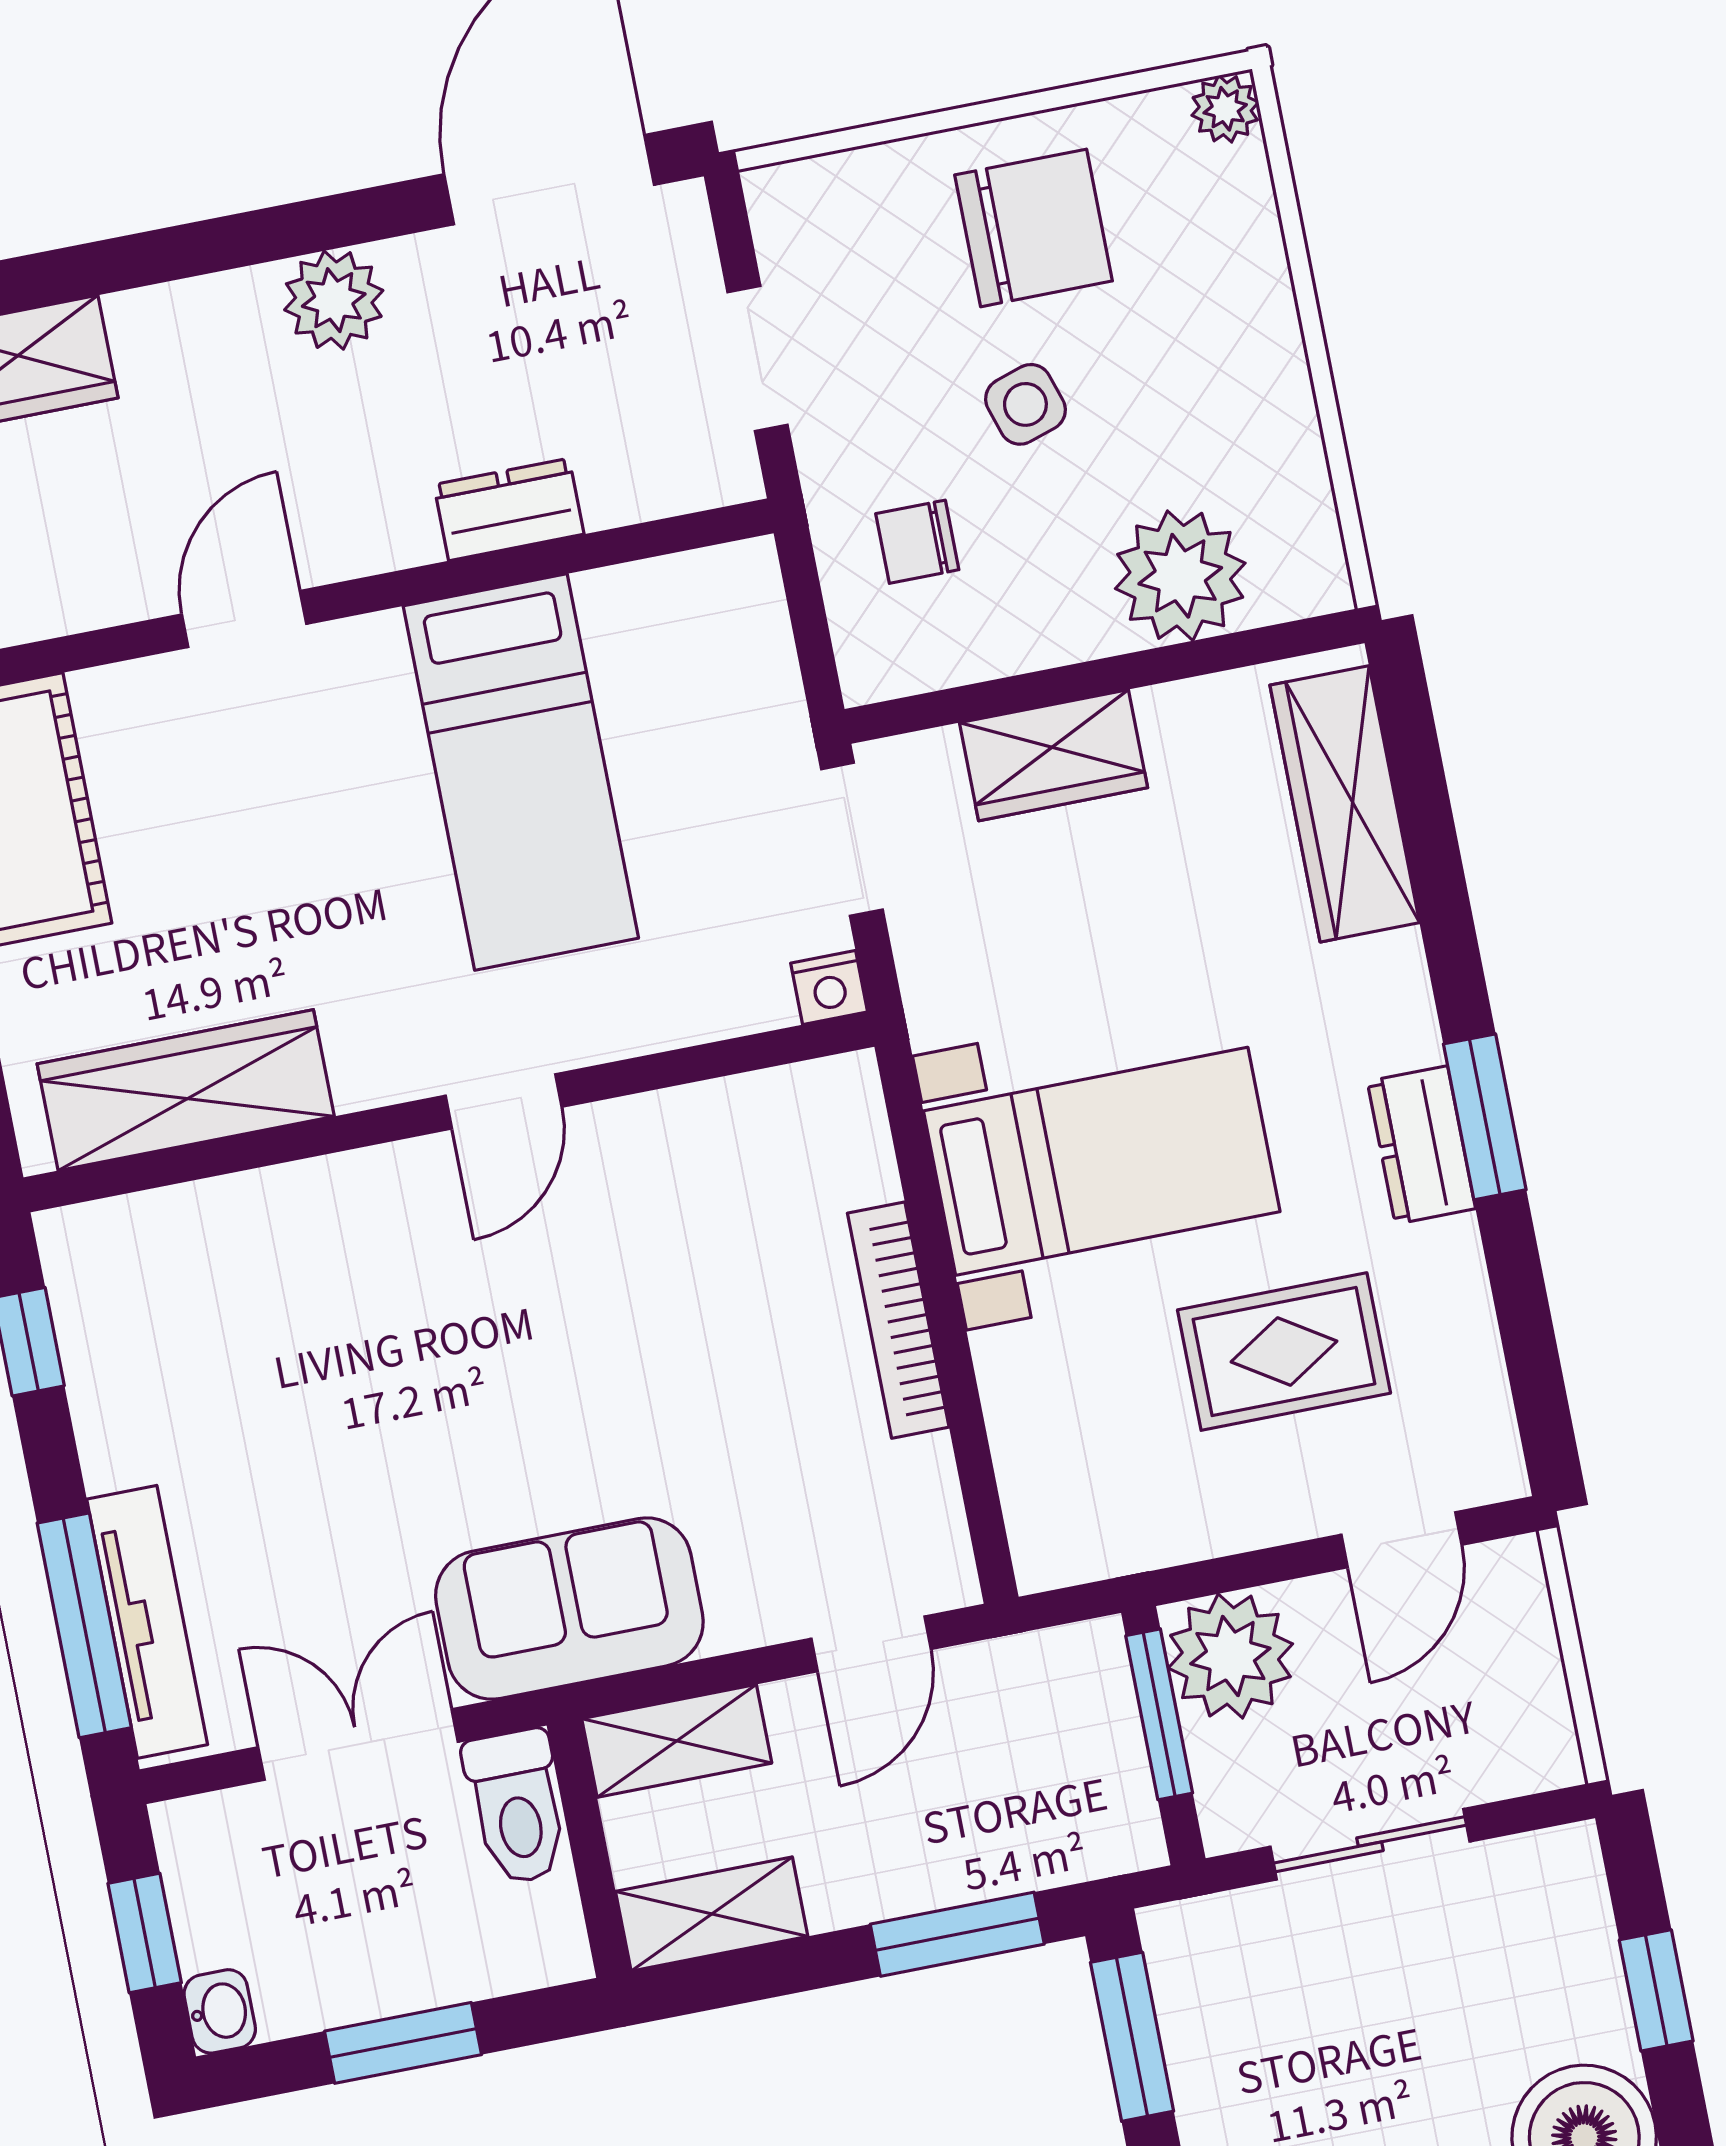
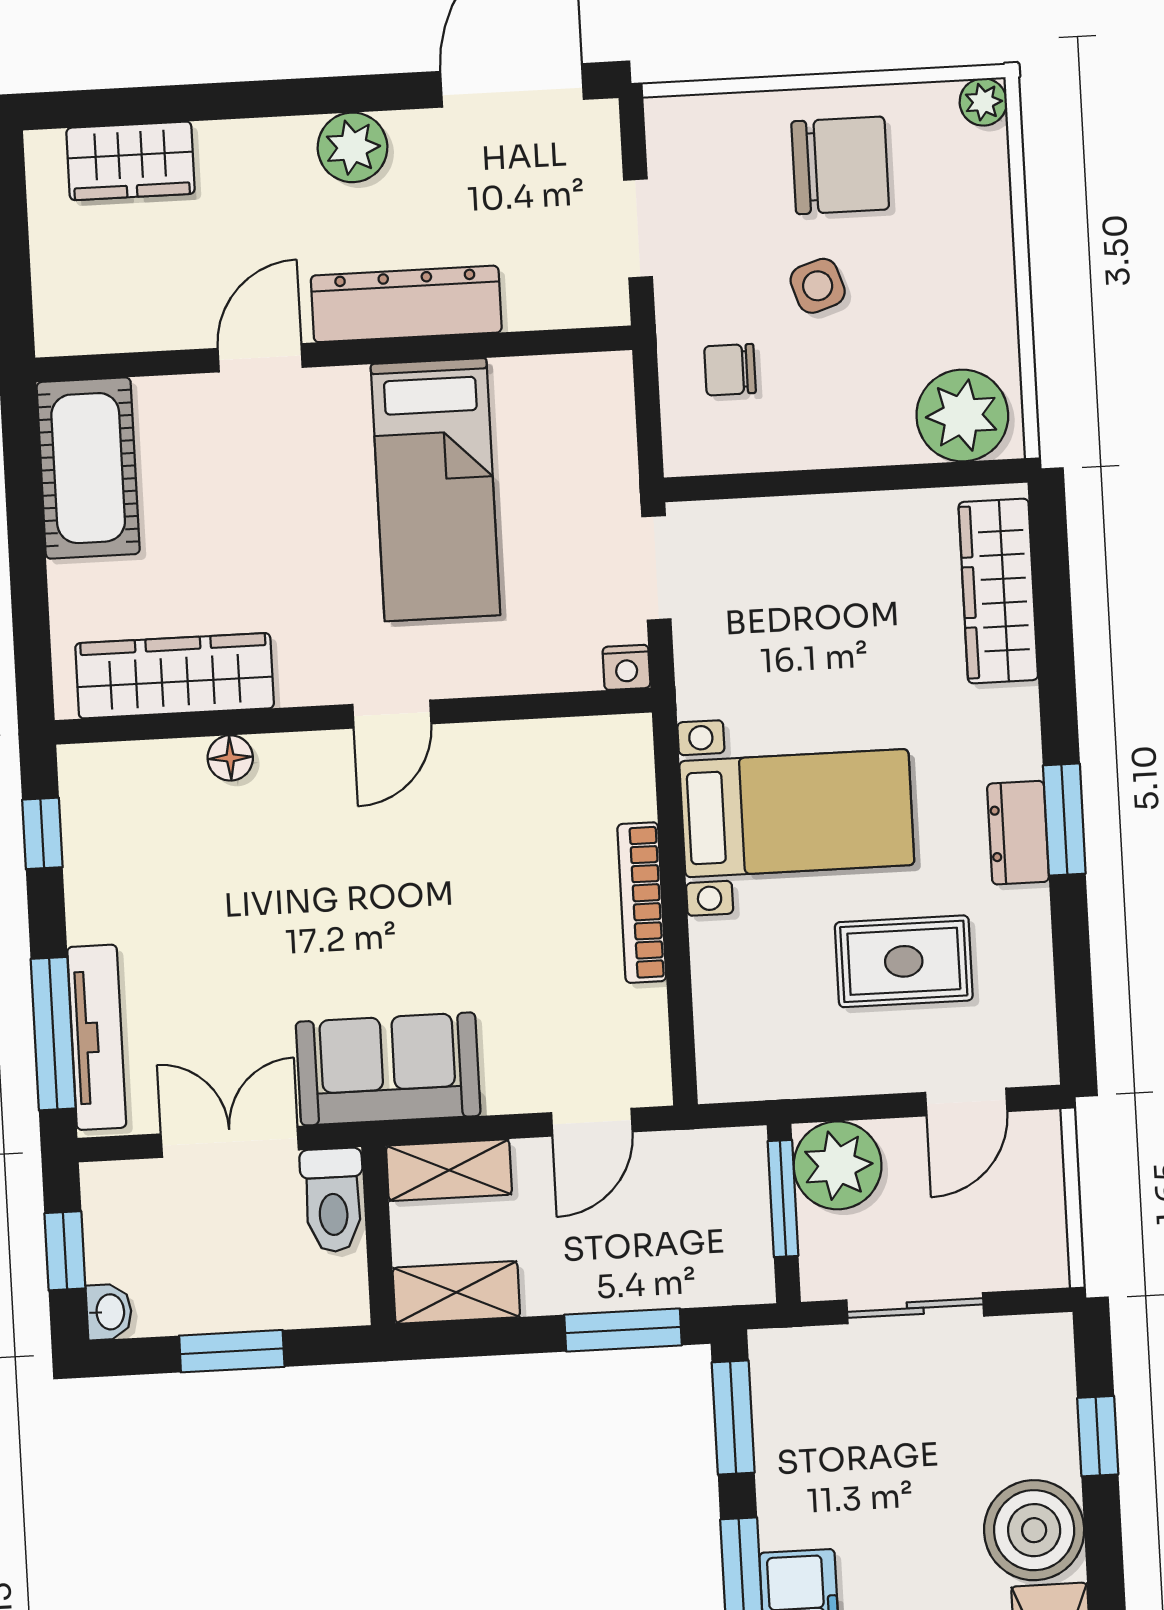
dresser: (509, 509) -> (406, 304), width x1.96, depth x1.24
plant: (1180, 576) -> (962, 415), moved
wardrobe: (1054, 755) -> (803, 529), removed
floor lamp: (282, 1196) -> (230, 758), added

